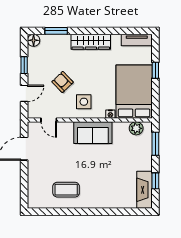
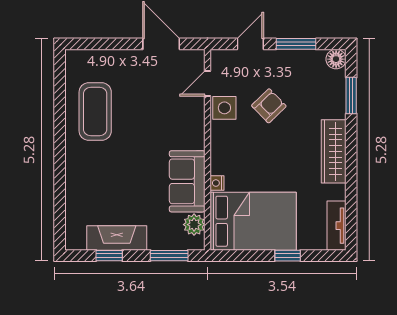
window: (24, 65) -> (296, 44), width x1.50
door: (24, 93) -> (250, 44), swing flipped
side table: (84, 102) -> (224, 108), moved
sofa: (93, 133) -> (187, 181), moved
coffee table: (66, 190) -> (95, 111), width x1.36, depth x1.32
fireplace: (144, 190) -> (117, 238), moved

